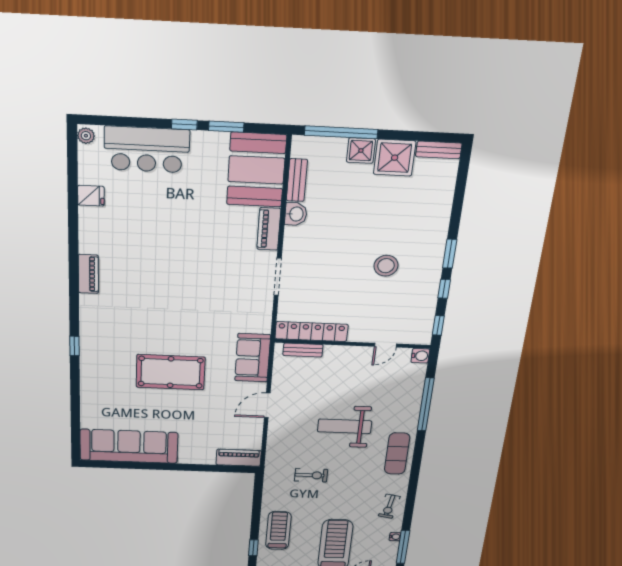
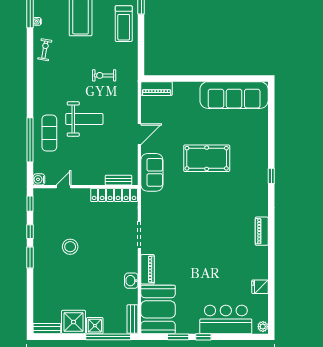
bench: (297, 180) -> (132, 319), moved
exercise mat: (397, 454) -> (49, 133), moved

